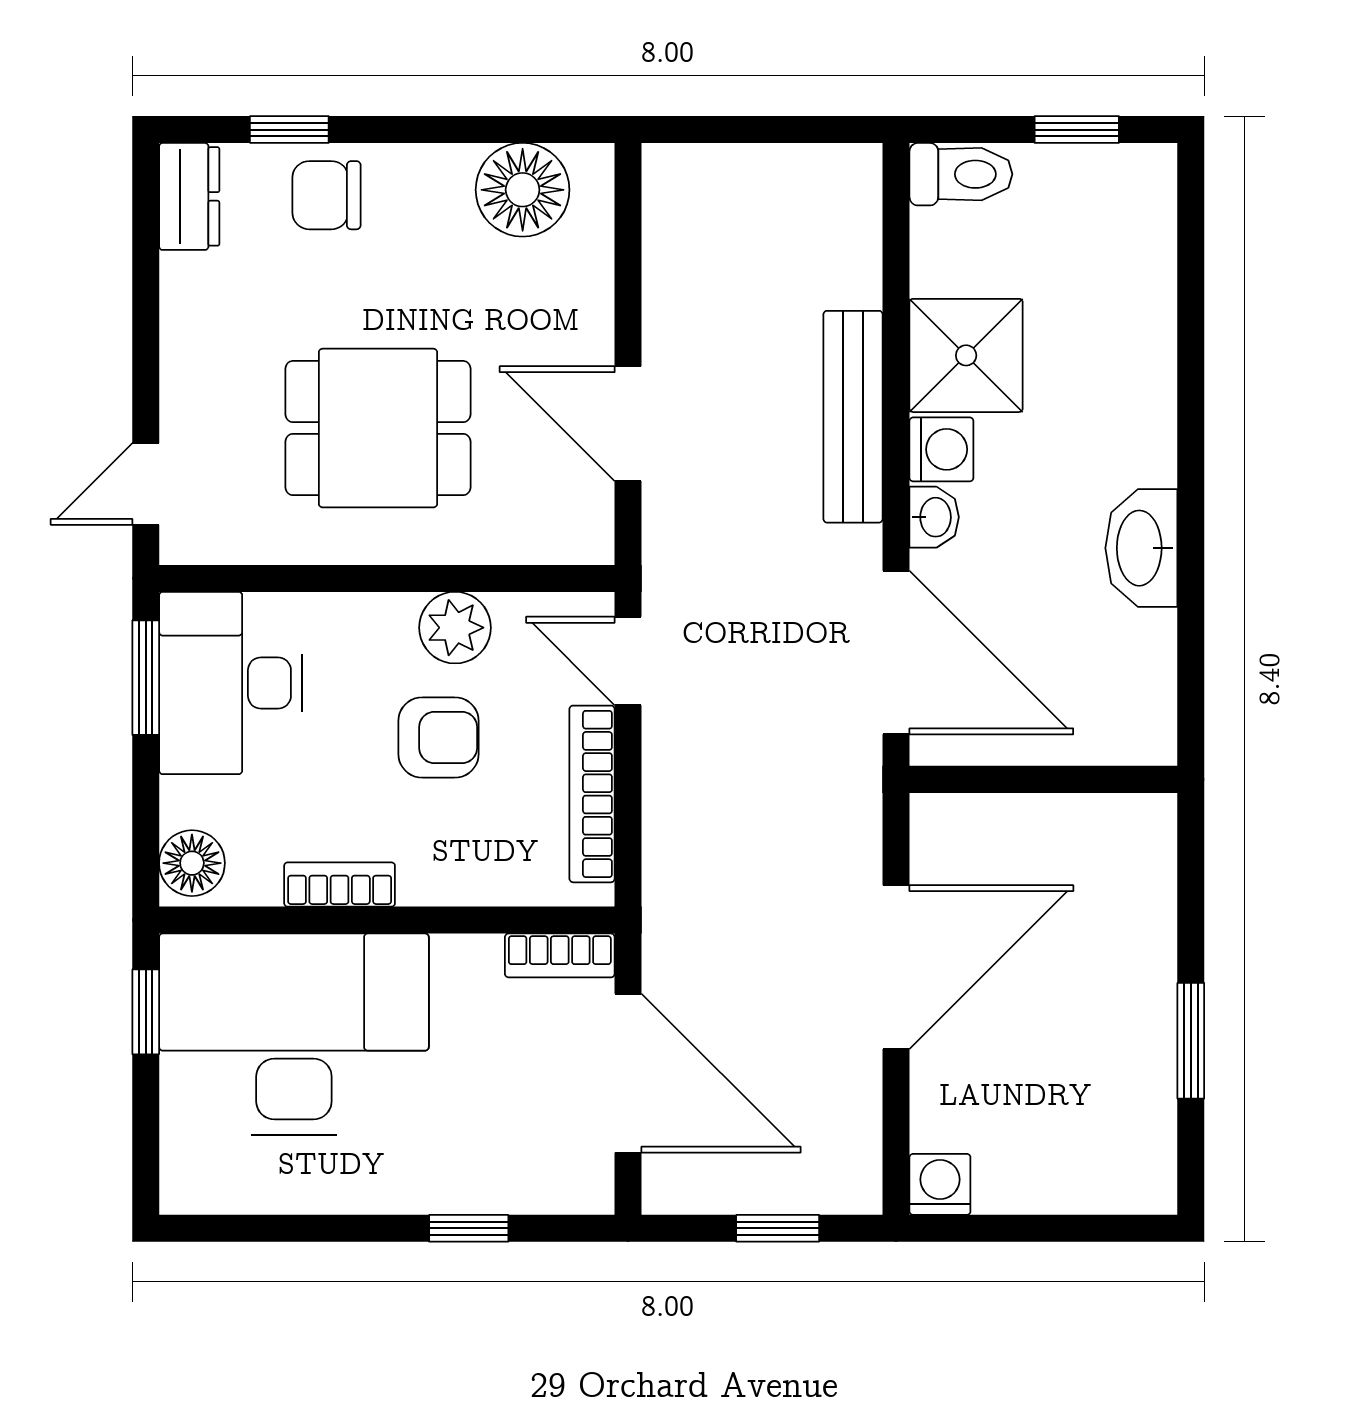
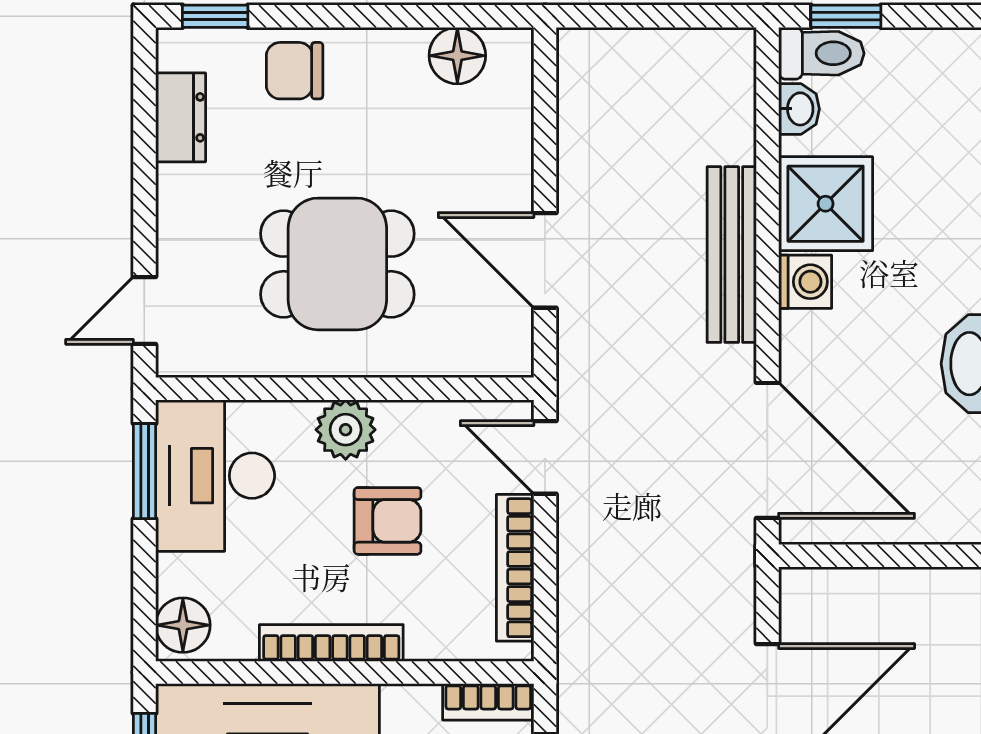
window: (289, 130) -> (215, 16), moved
window: (1077, 130) -> (846, 16), moved
floor lamp: (523, 190) -> (457, 56), width x0.73, depth x0.73
dresser: (189, 196) -> (181, 117), moved
washbasin: (934, 517) -> (799, 109), moved
plant: (455, 628) -> (346, 430), moved
bookcase: (340, 885) -> (331, 643), width x1.56

